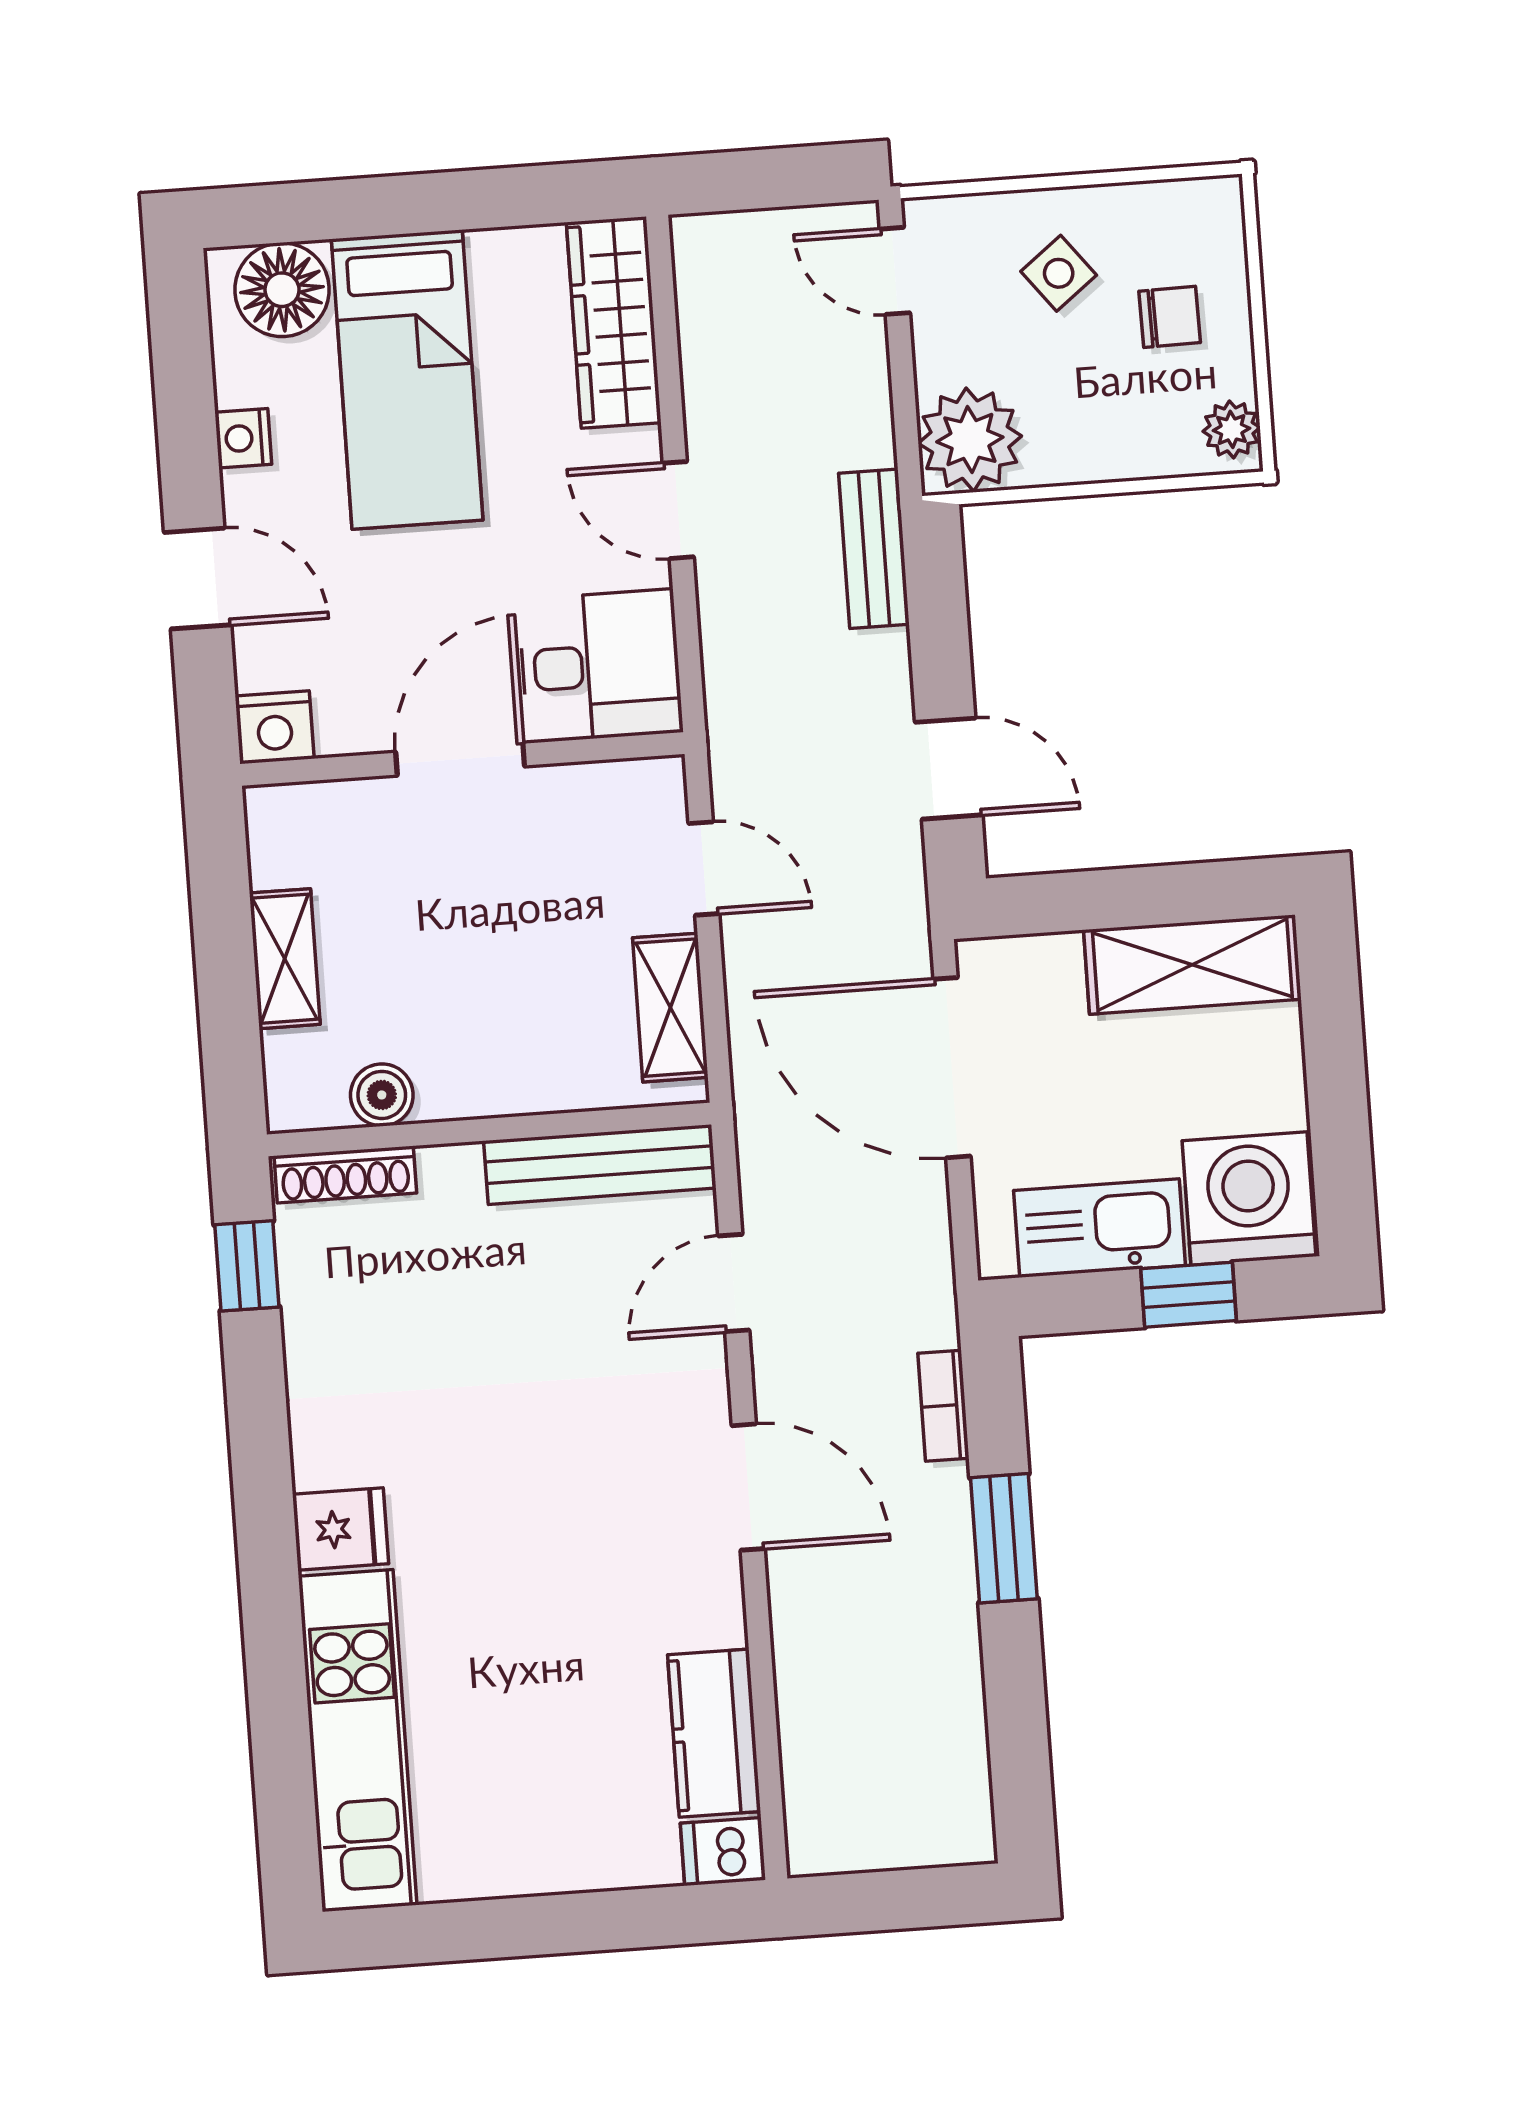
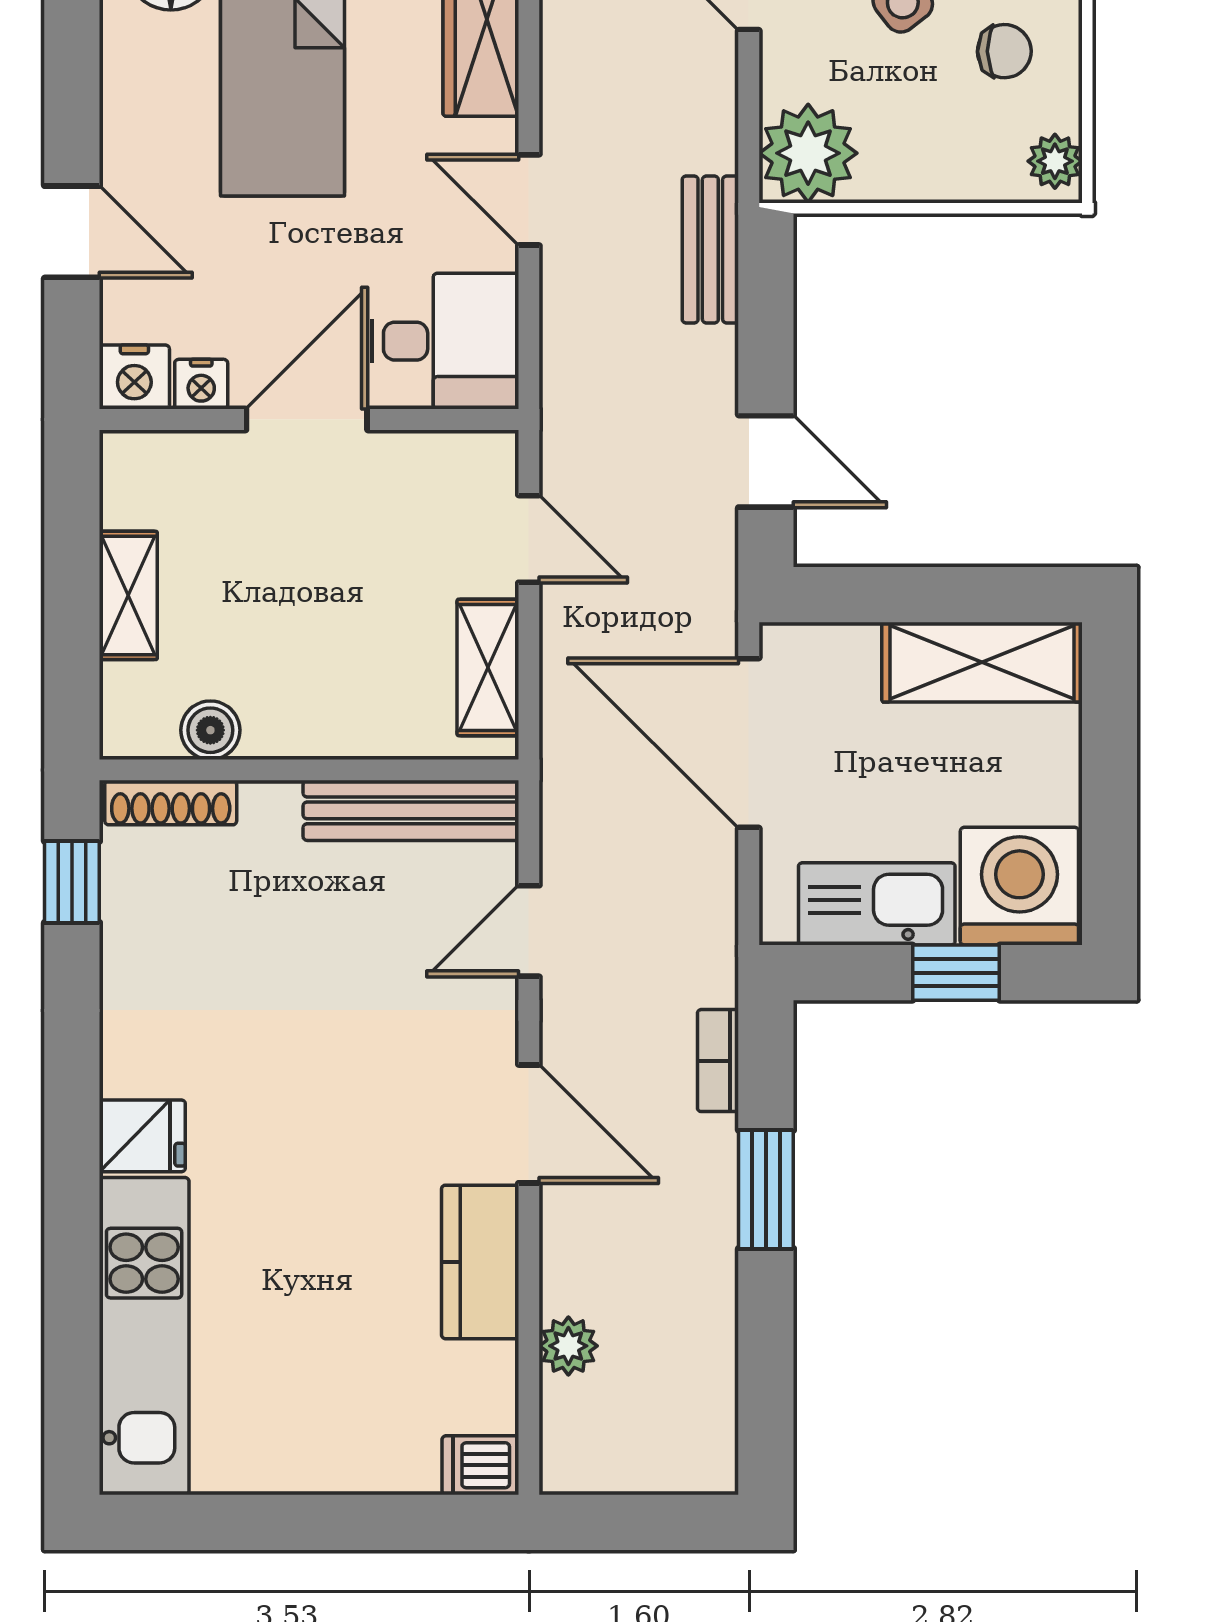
nightstand: (243, 438) -> (201, 384), moved, turned -90
plant: (807, 1719) -> (568, 1346), added
kitchen counter: (714, 1733) -> (480, 1262), moved

